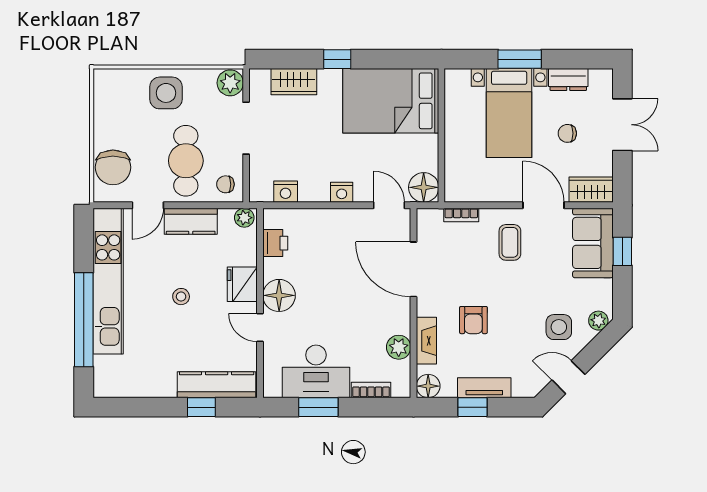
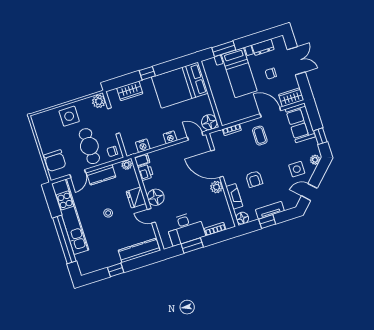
window: (520, 59) -> (224, 49), moved
filing cabinet: (276, 218) -> (142, 160), added
window: (622, 251) -> (320, 136), moved
plant: (399, 347) -> (217, 187), moved
window: (201, 407) -> (116, 270), moved

